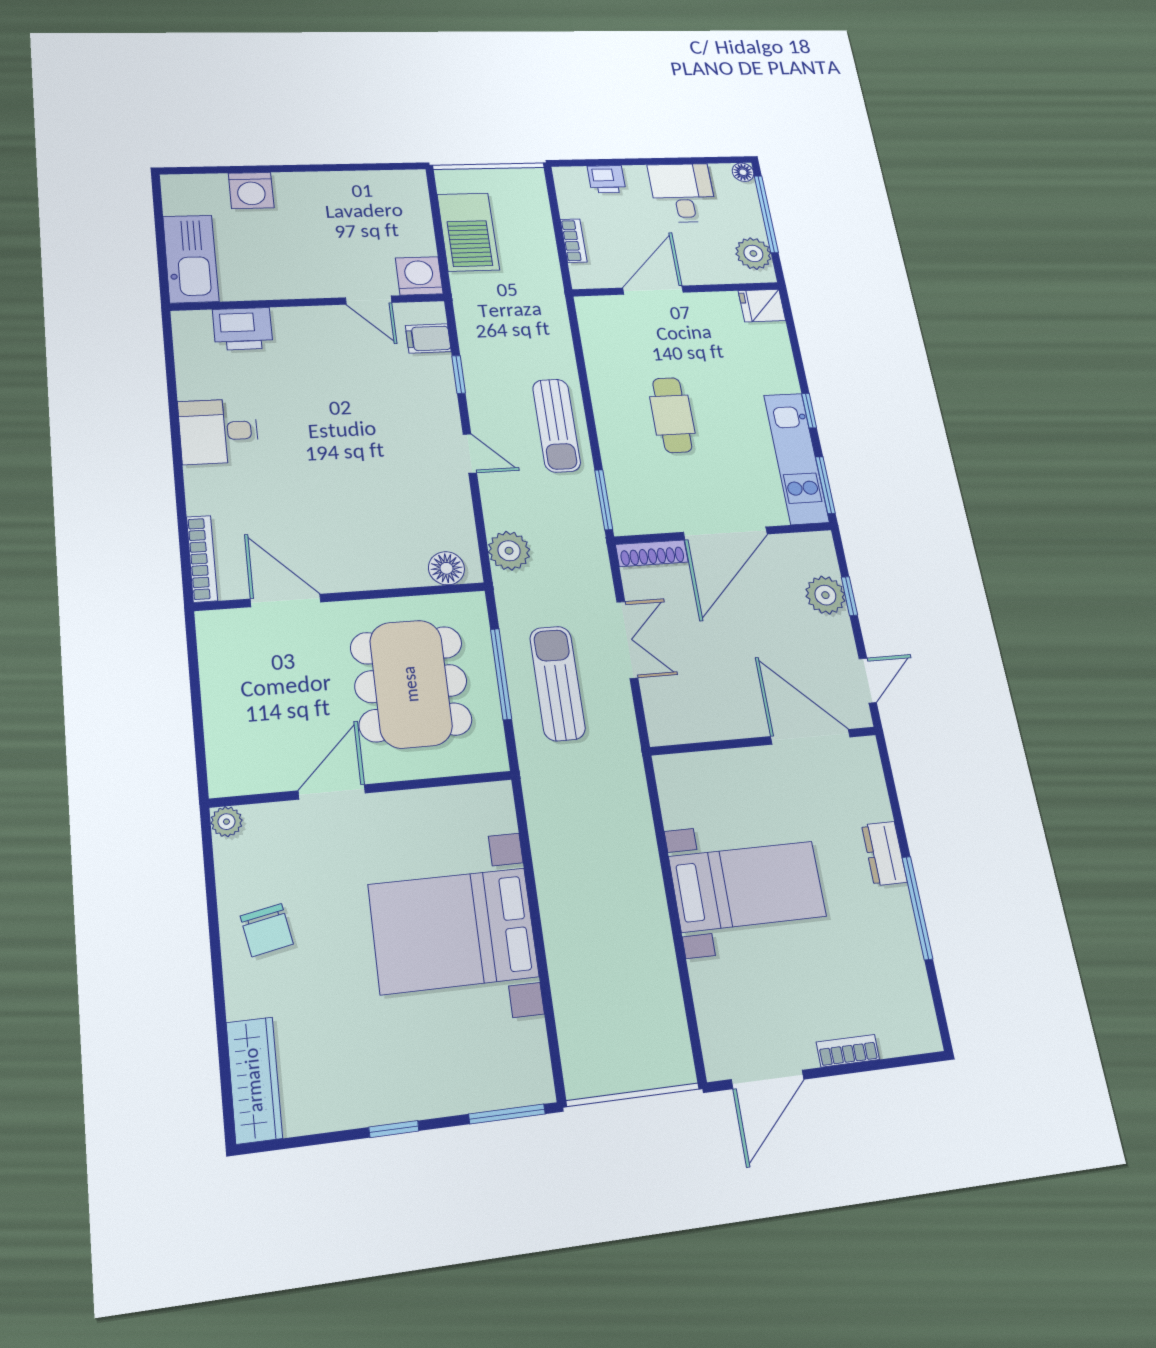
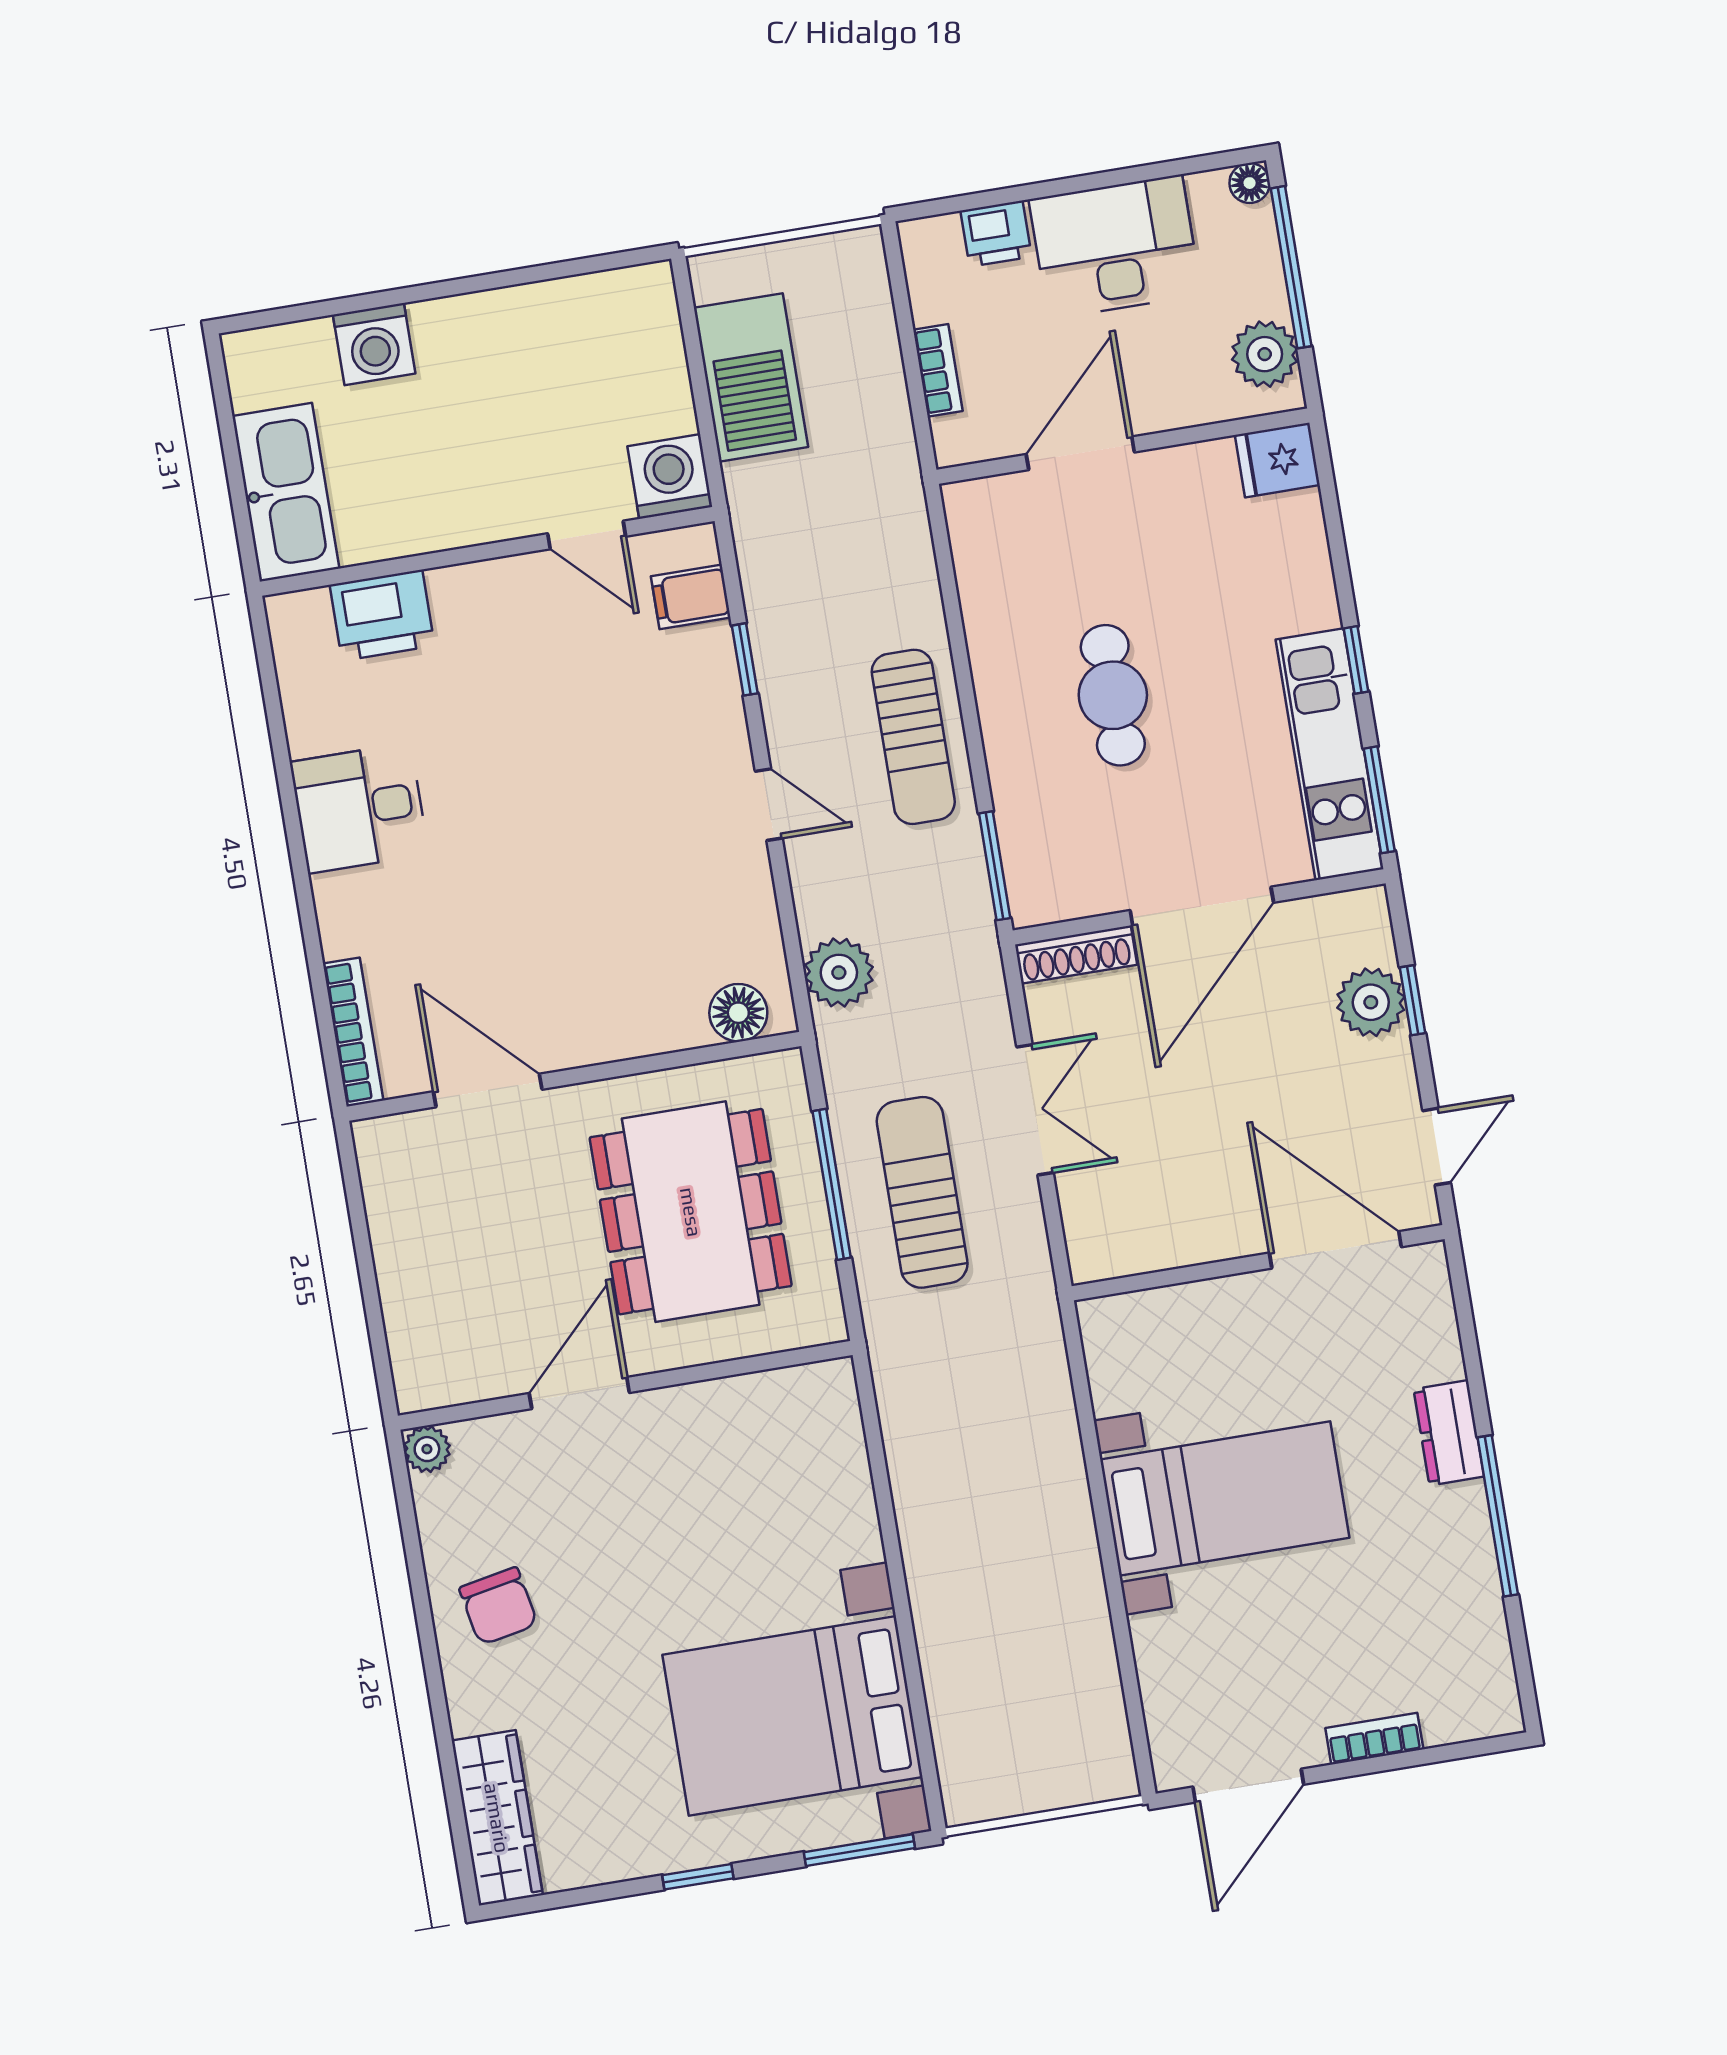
desk: (683, 193) -> (1115, 247), width x1.37
bed with nightstands: (453, 930) -> (792, 1716), moved

